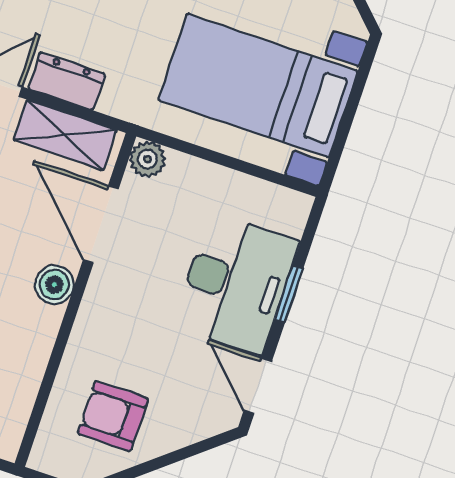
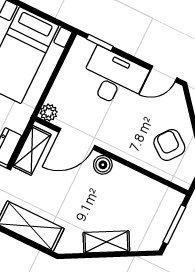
window: (289, 294) -> (100, 43), moved
armchair: (113, 416) -> (169, 145), turned 128

